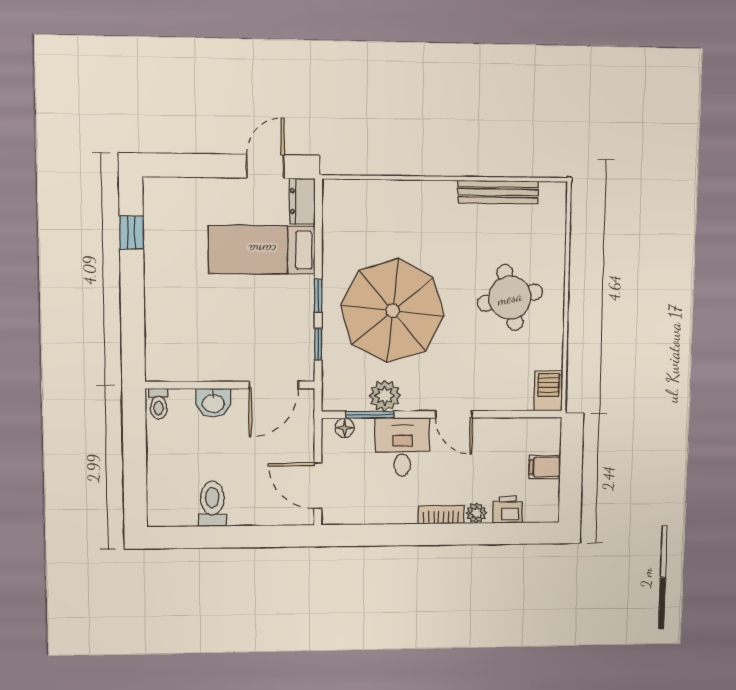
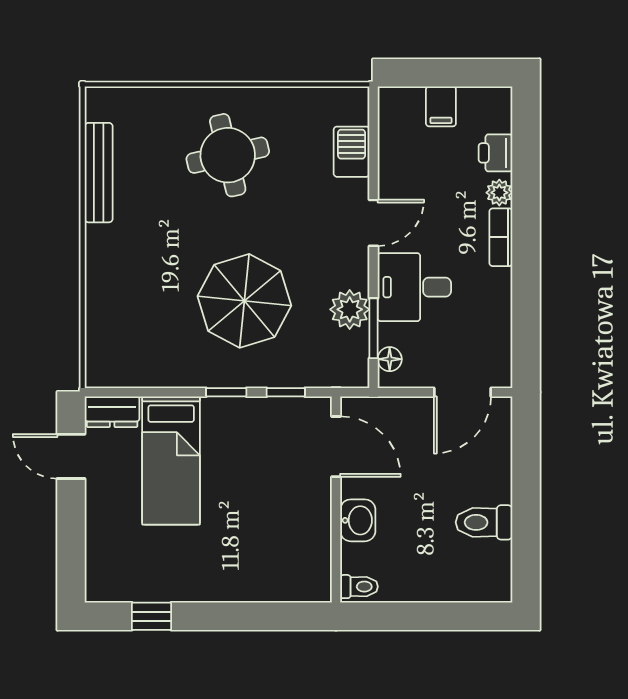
parasol: (393, 311) -> (244, 301), width x0.73, depth x0.73
barbecue: (548, 391) -> (352, 152), moved, turned 90

